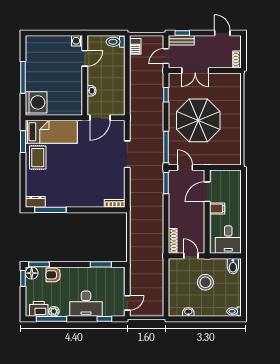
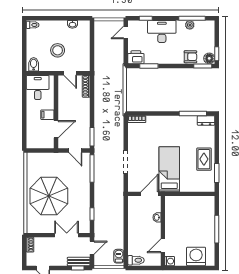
washing machine: (36, 102) -> (196, 256), moved, turned 90
parasol: (198, 120) -> (49, 196), moved
bed: (51, 132) -> (169, 169), moved, turned 90
printer: (39, 309) -> (136, 57), moved, turned 180

